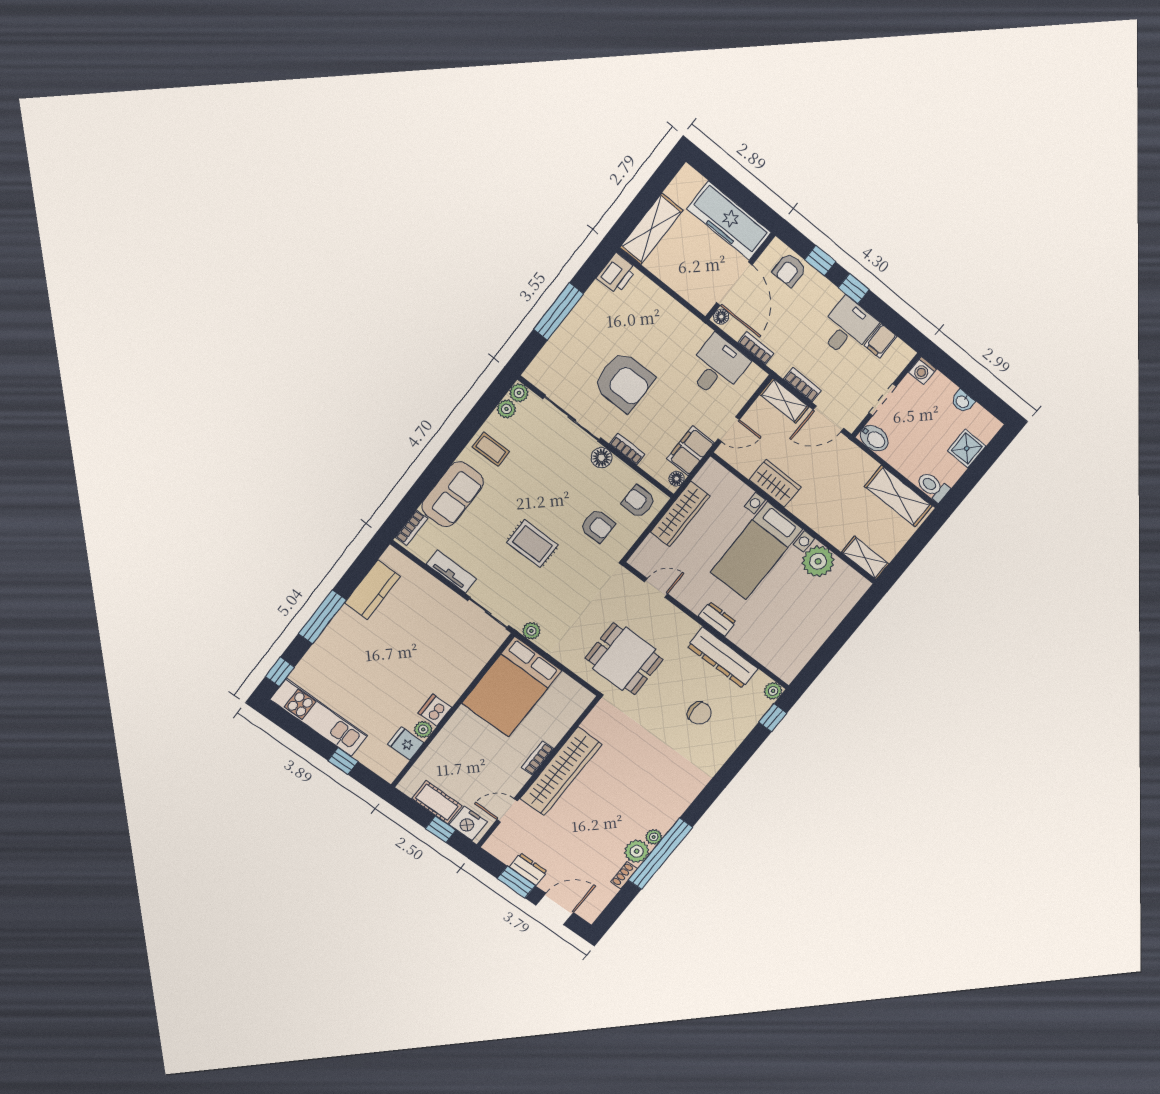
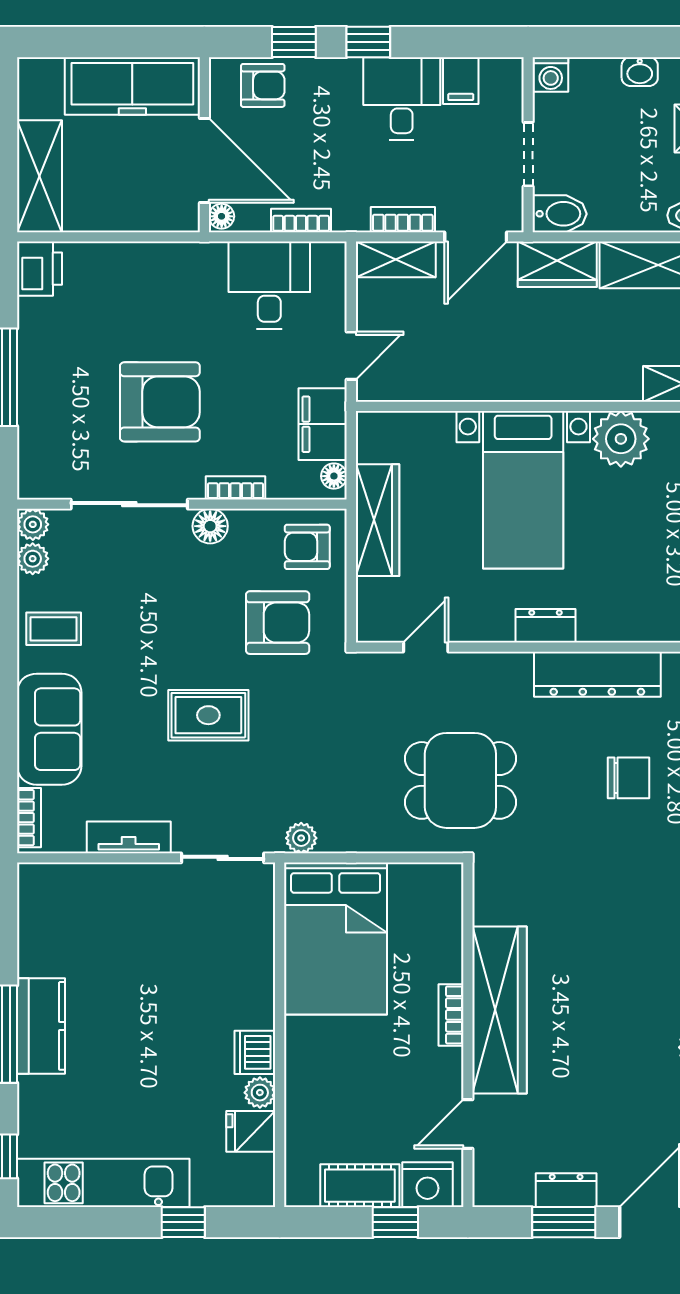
armchair: (789, 270) -> (263, 85), turned -90
wardrobe: (775, 483) -> (557, 264), moved, turned 180
armchair: (598, 526) -> (278, 623), width x1.38, depth x1.38
kitchen counter: (372, 590) -> (41, 1026), moved

